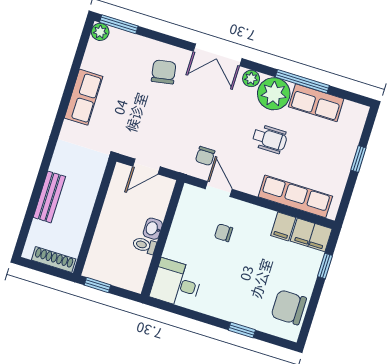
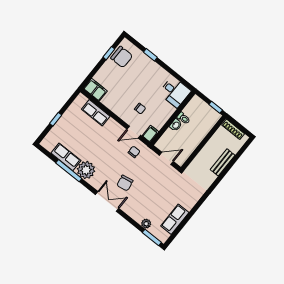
plant: (100, 32) -> (146, 224), moved
chair: (164, 72) -> (125, 183), moved
plant: (251, 78) -> (95, 183), removed
row of seats: (84, 97) -> (175, 219), moved
wheelchair: (270, 139) -> (97, 148), removed
door: (219, 189) -> (134, 132), hinge flipped
row of seats: (295, 196) -> (96, 113), width x0.68
filing cabinet: (283, 227) -> (150, 134), moved
window: (325, 266) -> (109, 53), moved

